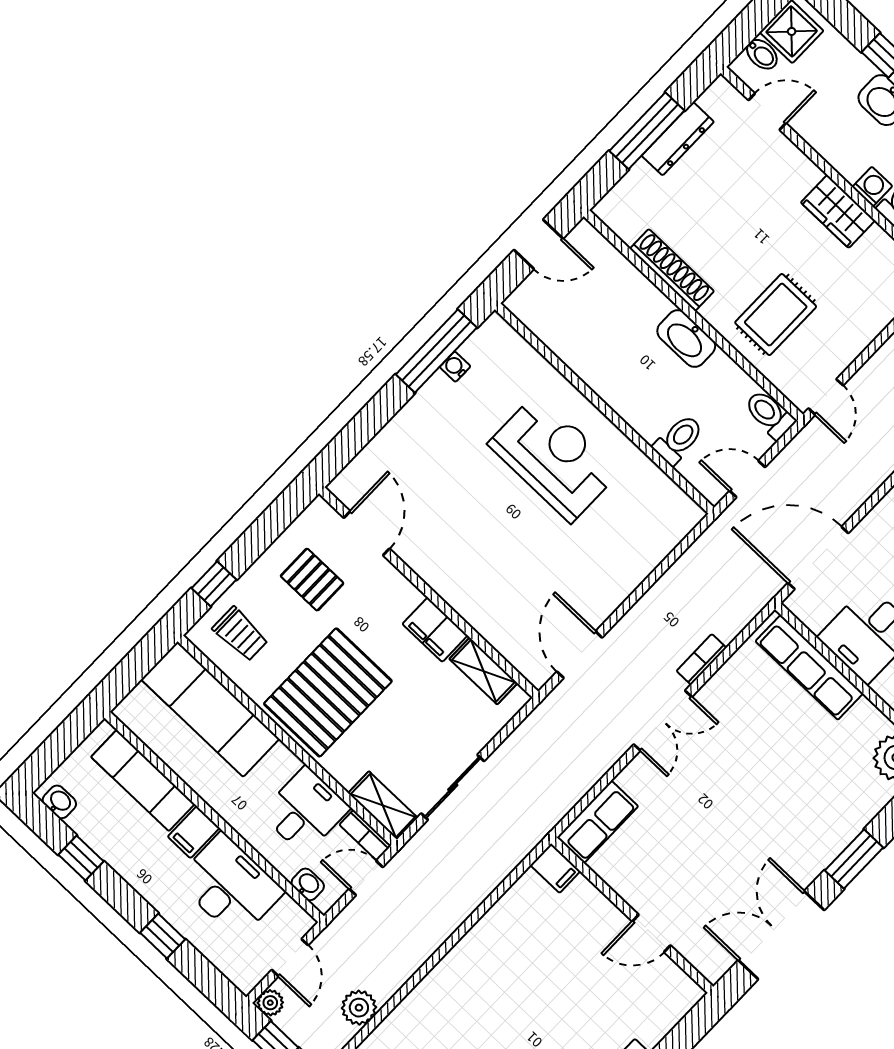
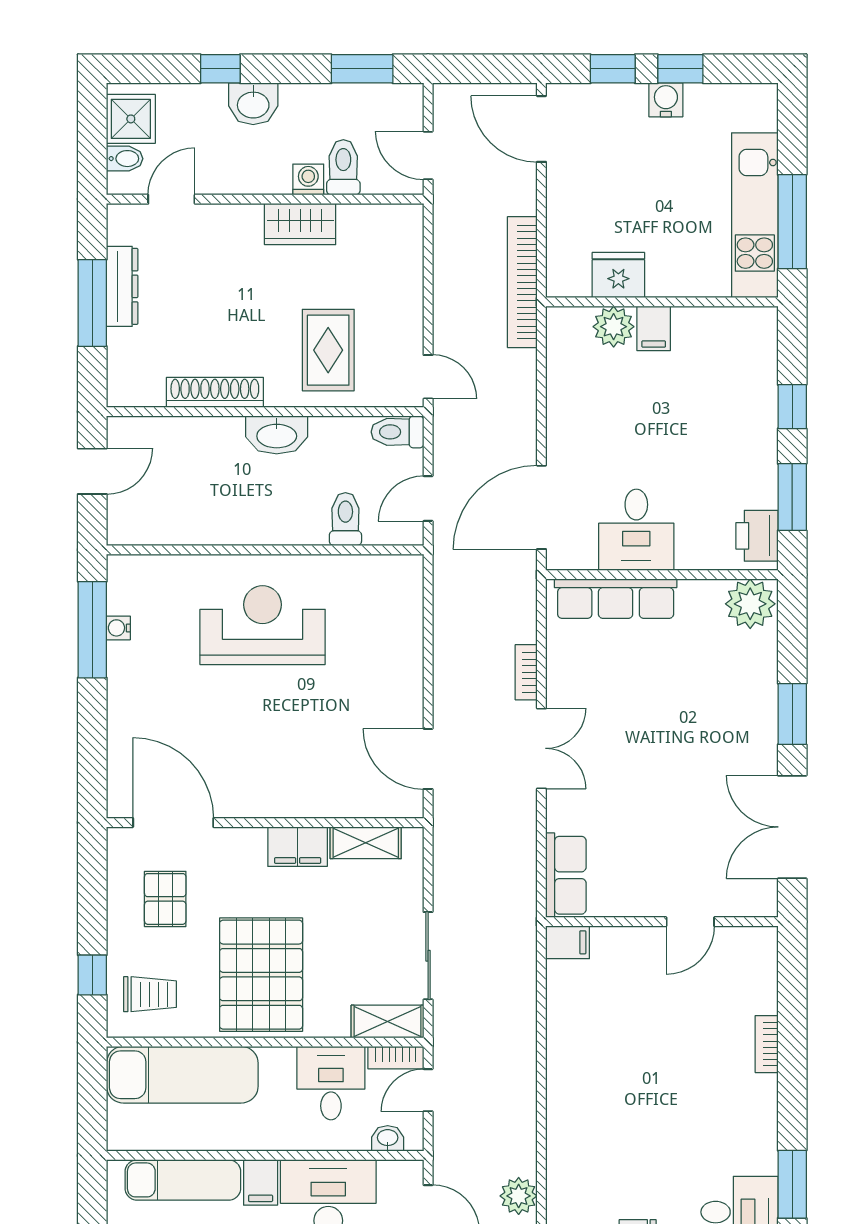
door: (367, 533) -> (173, 823), width x1.36
pallet: (312, 580) -> (165, 899), turned 90

